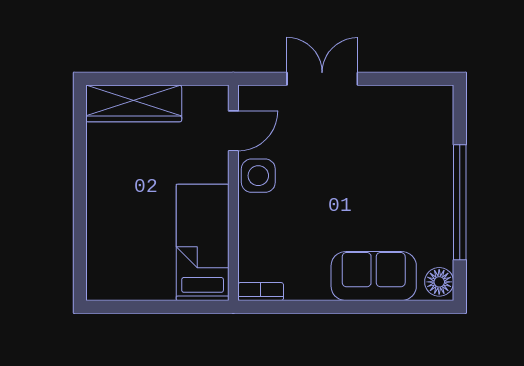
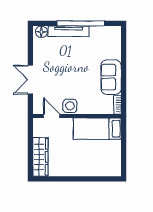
tv unit: (440, 172) -> (69, 31), added
sofa: (374, 276) -> (111, 77), moved
floor lamp: (439, 282) -> (41, 32), moved

